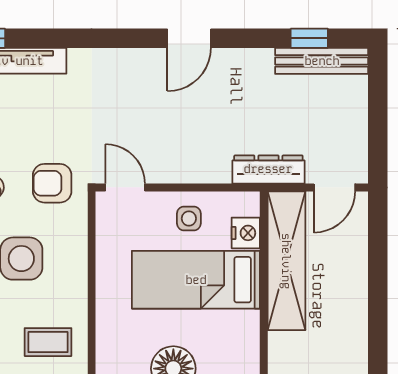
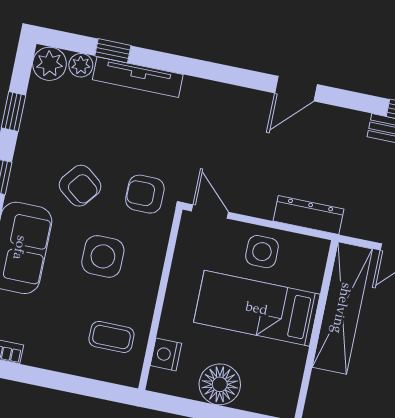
dresser: (268, 169) -> (309, 215), moved
side table: (189, 218) -> (262, 252), width x1.37, depth x1.37
nightstand: (246, 233) -> (166, 354), moved, turned 180

